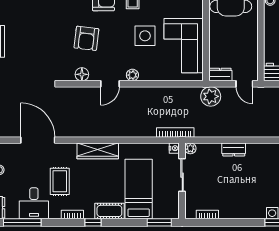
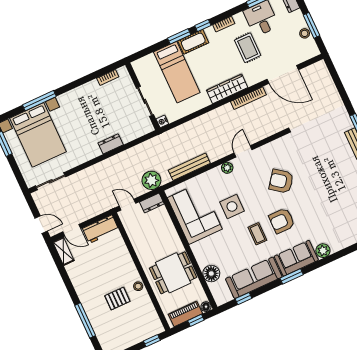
armchair: (86, 38) -> (281, 181), turned -60
floor lamp: (82, 74) -> (271, 148), removed
bench: (168, 93) -> (189, 167), added
bookcase: (175, 133) -> (248, 98), moved
plant: (190, 148) -> (148, 128), removed
window: (159, 222) -> (179, 36), moved

